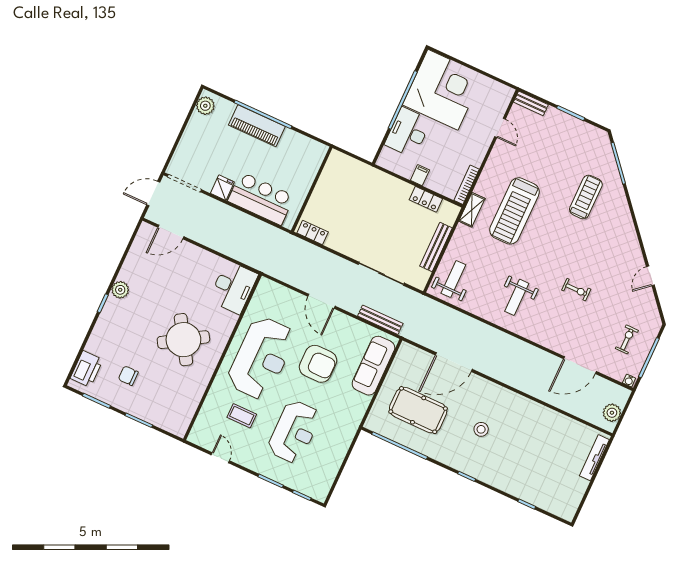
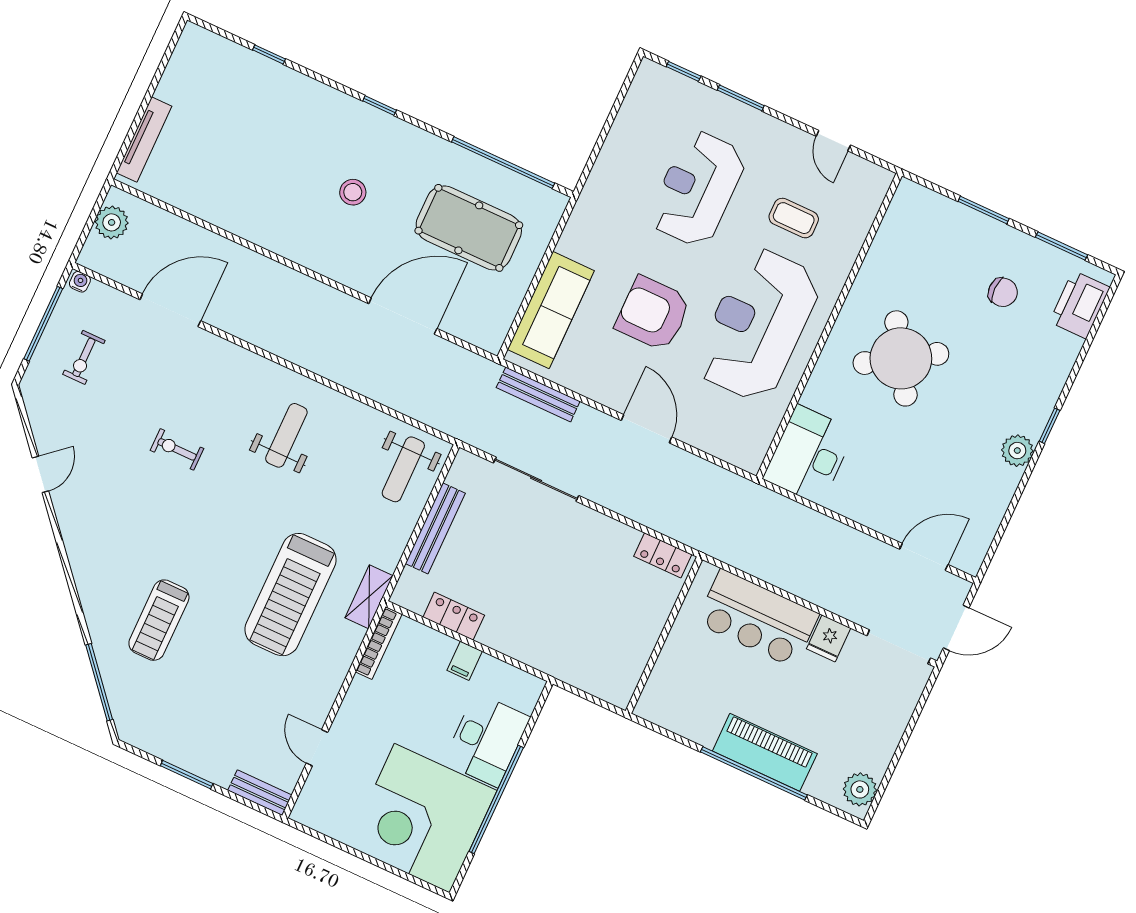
treadmill: (514, 211) -> (291, 595), turned 180

